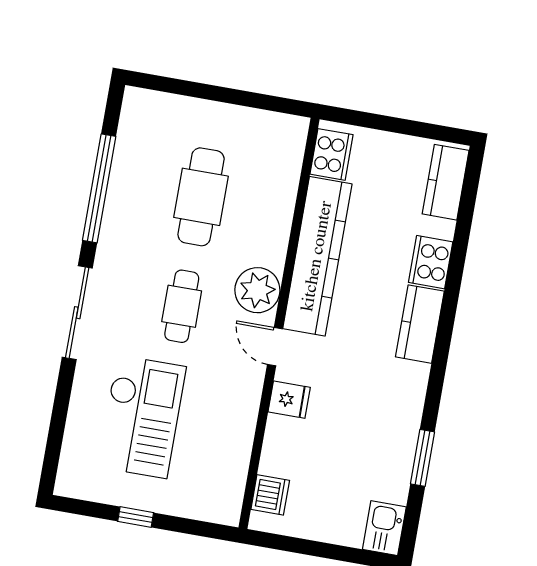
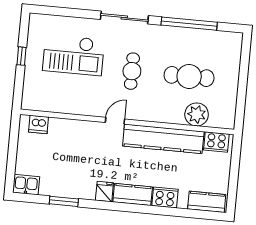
plant: (257, 290) -> (197, 114), moved
cafe table: (182, 306) -> (132, 71), turned 90
fridge: (289, 400) -> (104, 192), moved, turned 180

